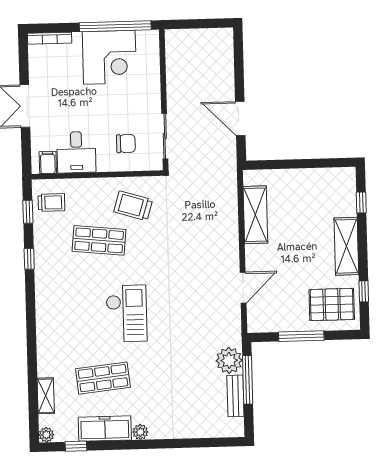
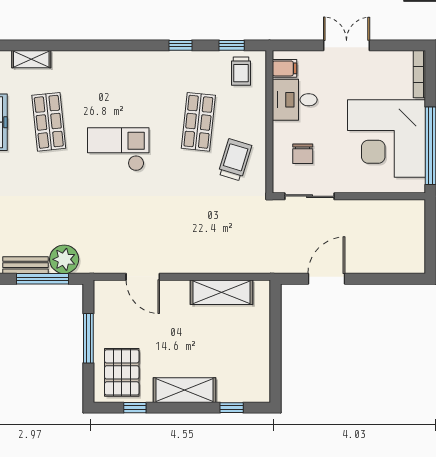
corner desk: (109, 57) -> (386, 138), width x1.36, depth x1.36
checkout: (126, 313) -> (118, 149), turned 180

